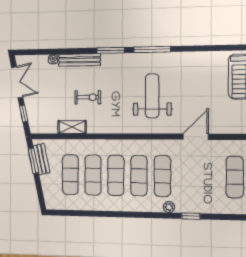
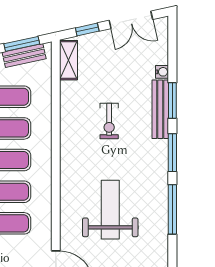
window: (73, 51) -> (172, 100), added
weight bench: (152, 96) -> (110, 210), turned -90
shelving: (72, 127) -> (69, 60), moved

